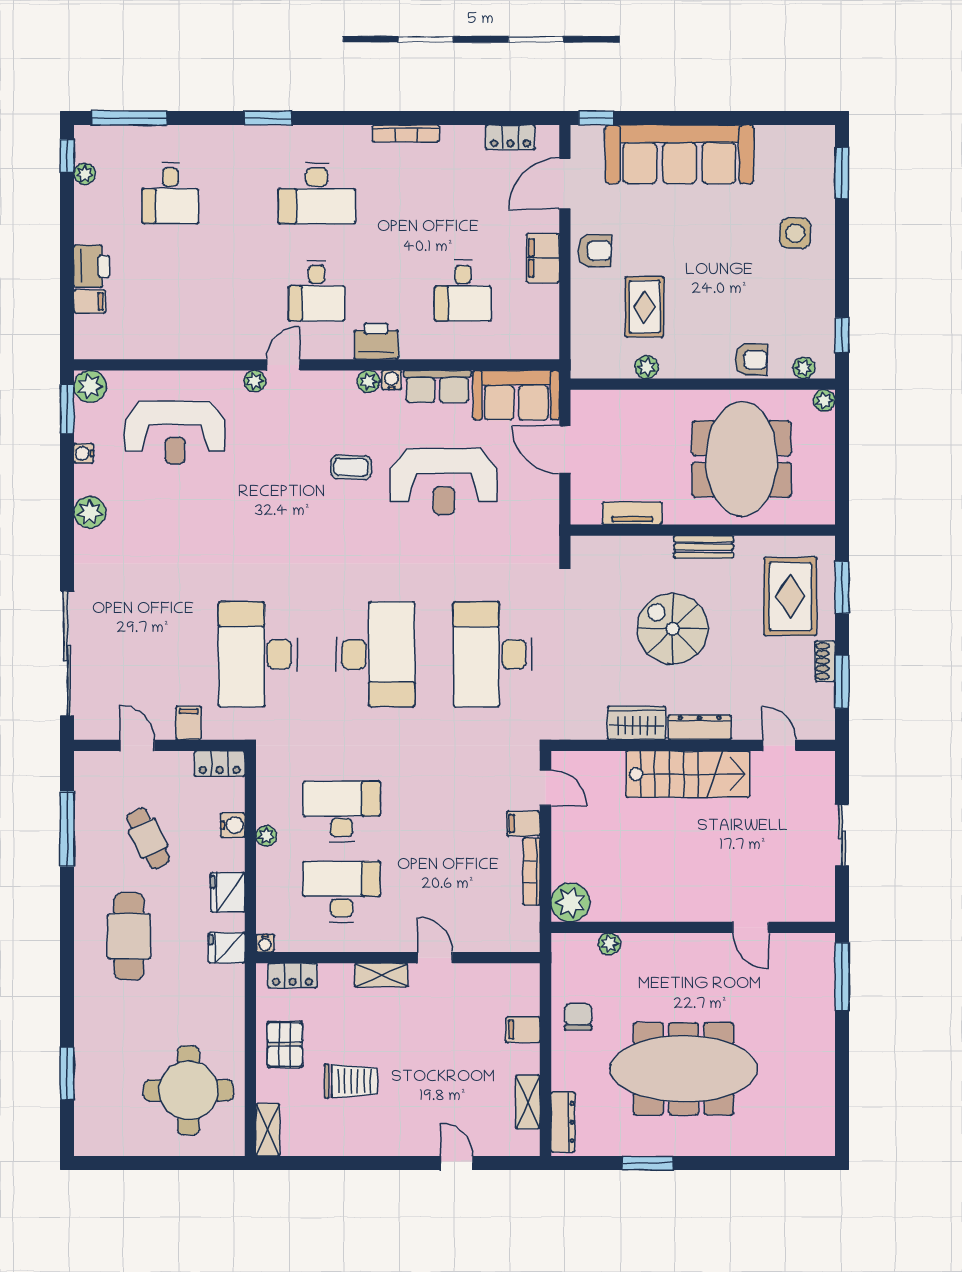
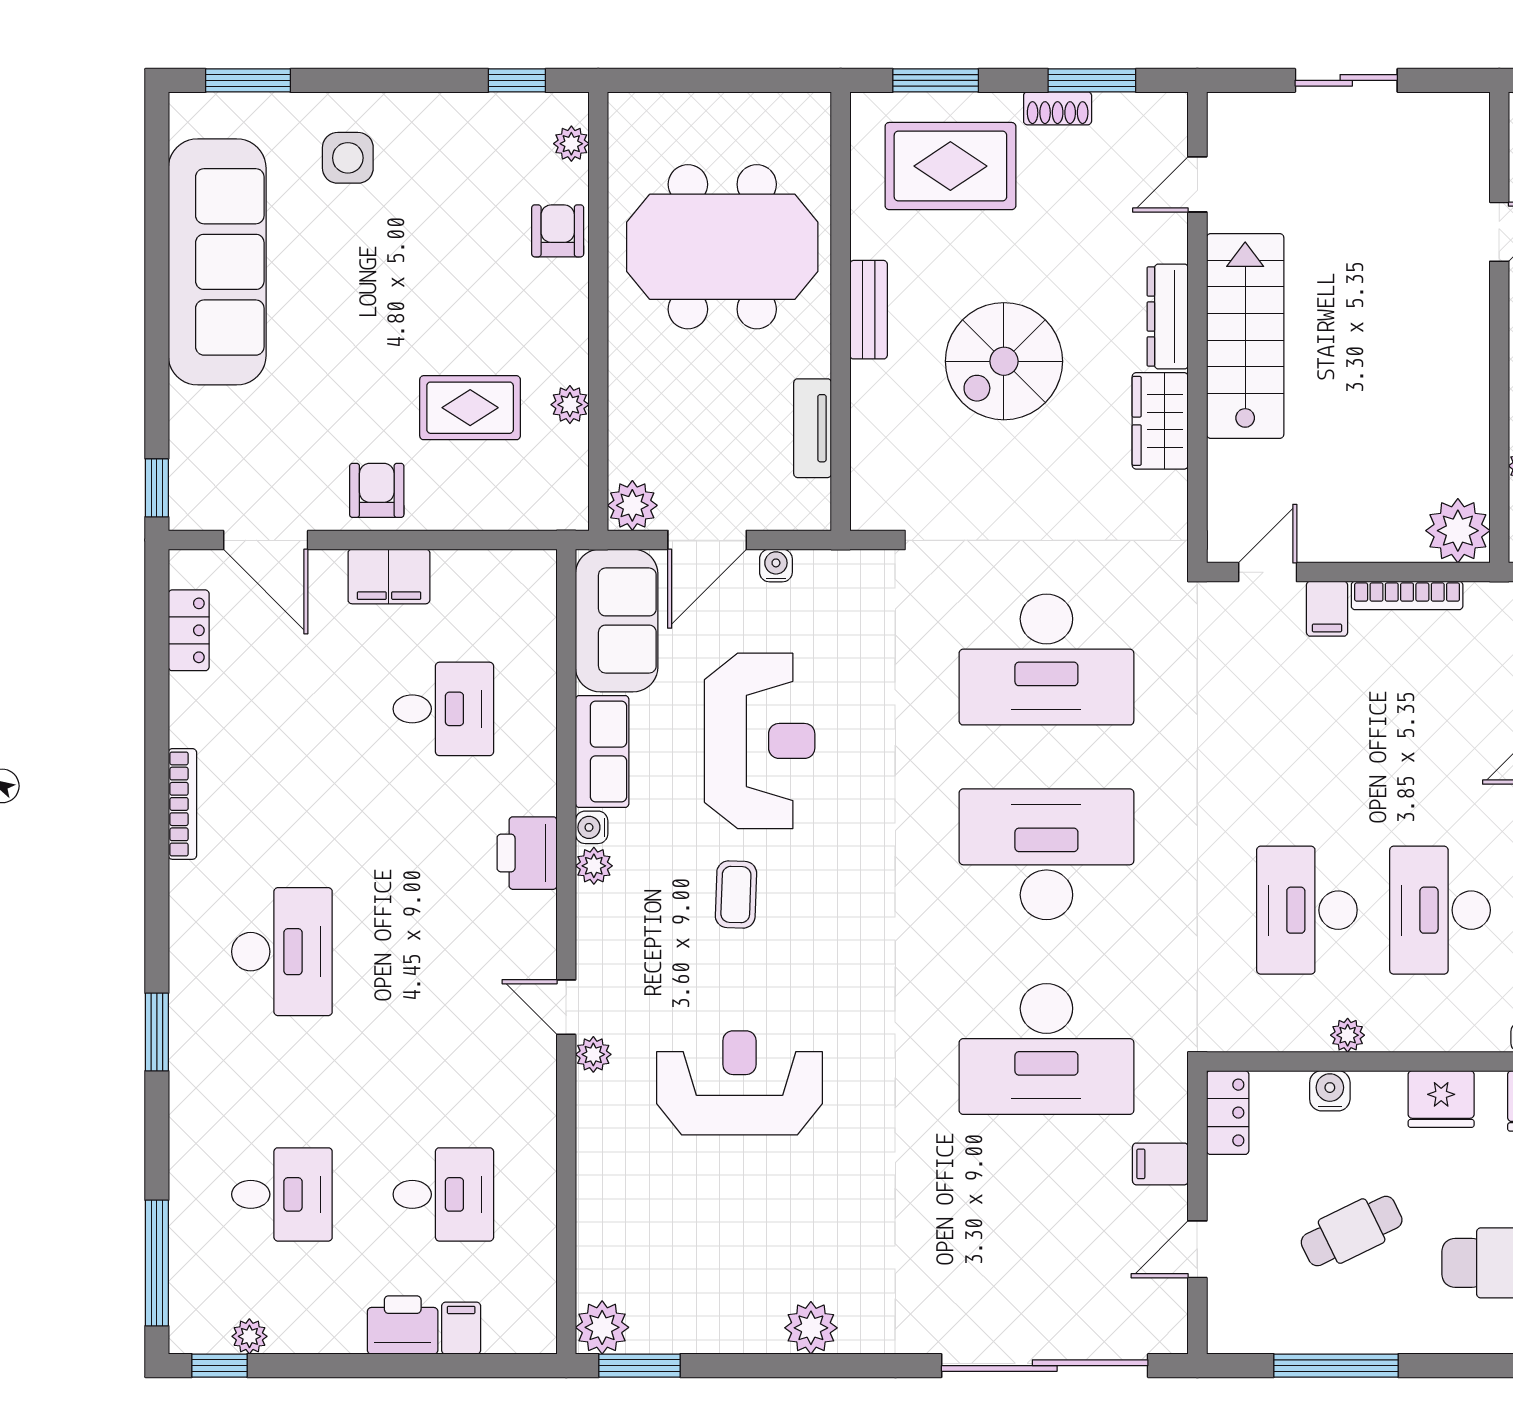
sofa: (679, 154) -> (217, 262), moved
desk: (317, 291) -> (443, 1194), moved
plant: (824, 401) -> (632, 505), moved, width x1.38, depth x1.38
reception desk: (175, 432) -> (739, 1083), moved, turned -90
water cooler: (84, 453) -> (776, 566), moved, turned 180

